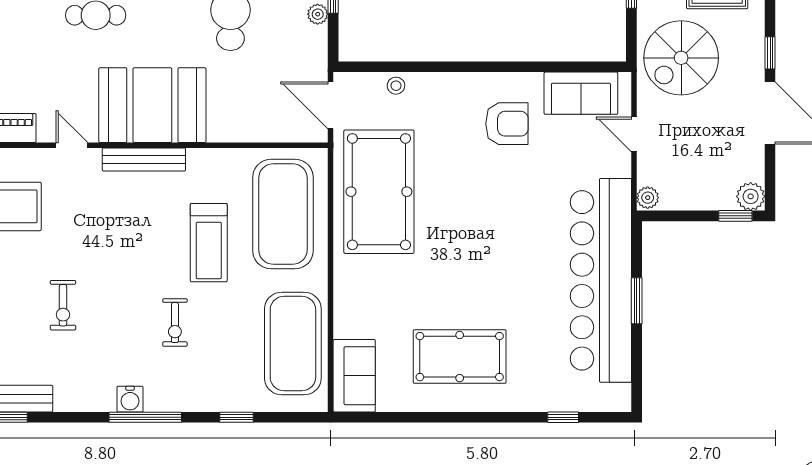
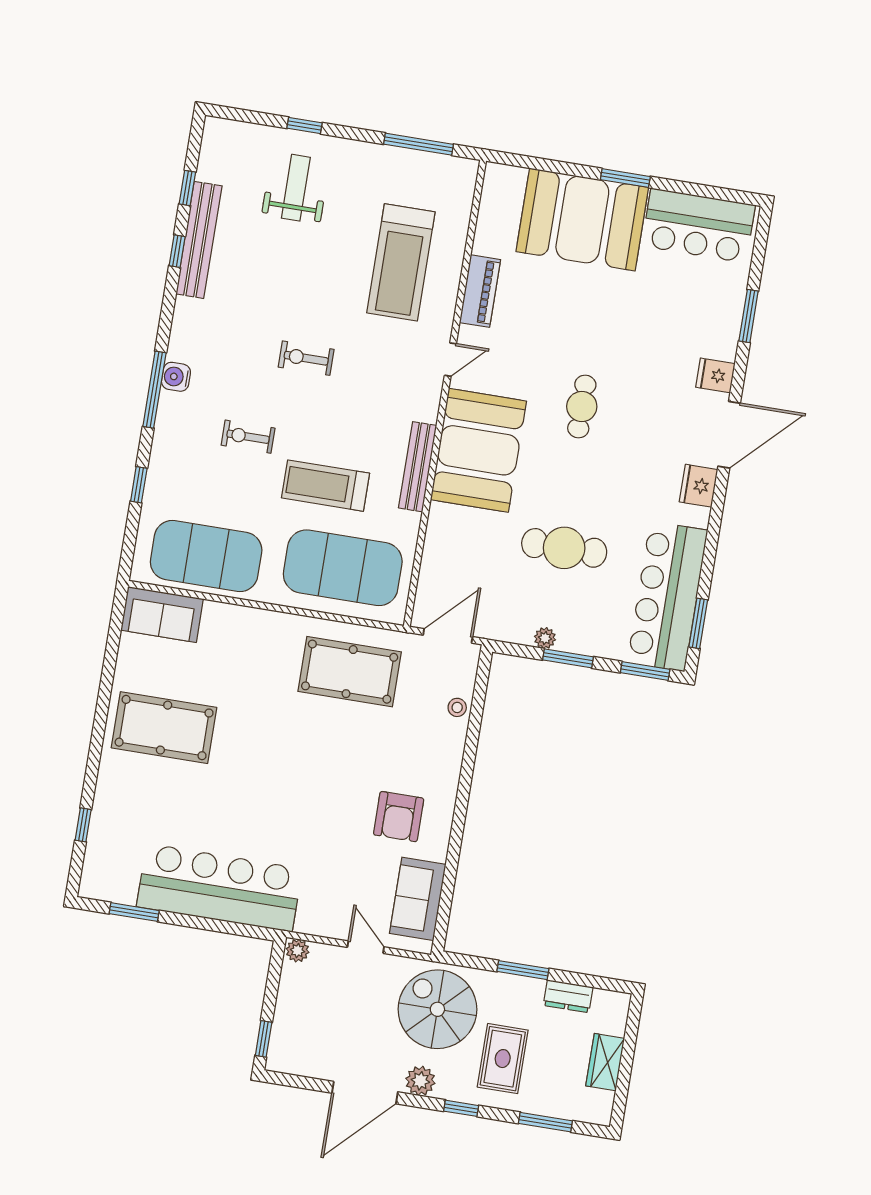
window: (770, 53) -> (461, 1108), moved
door: (634, 134) -> (366, 947), hinge flipped
bench: (144, 159) -> (418, 467), moved
pool table: (379, 192) -> (350, 672), width x0.73, depth x0.76
plant: (751, 196) -> (420, 1081), moved
bar counter: (601, 280) -> (219, 888), width x0.73
window: (637, 301) -> (134, 912), moved
exercise bike: (63, 305) -> (306, 358), moved
pool table: (460, 357) -> (164, 728), turned 90

